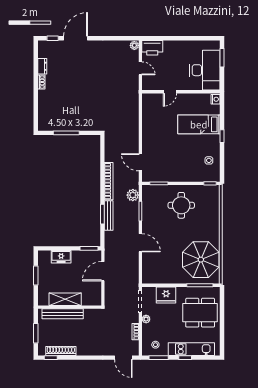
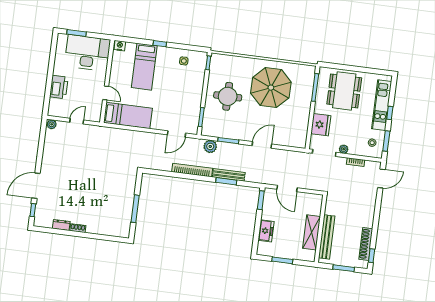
door: (76, 38) -> (36, 186), hinge flipped
printer: (152, 48) -> (59, 87), moved
bed: (152, 115) -> (128, 115), added
parasol: (201, 260) -> (271, 88), moved

